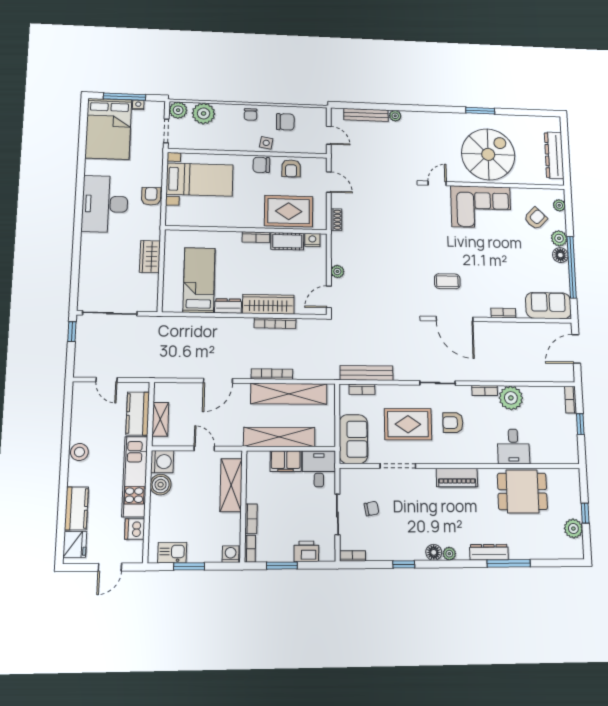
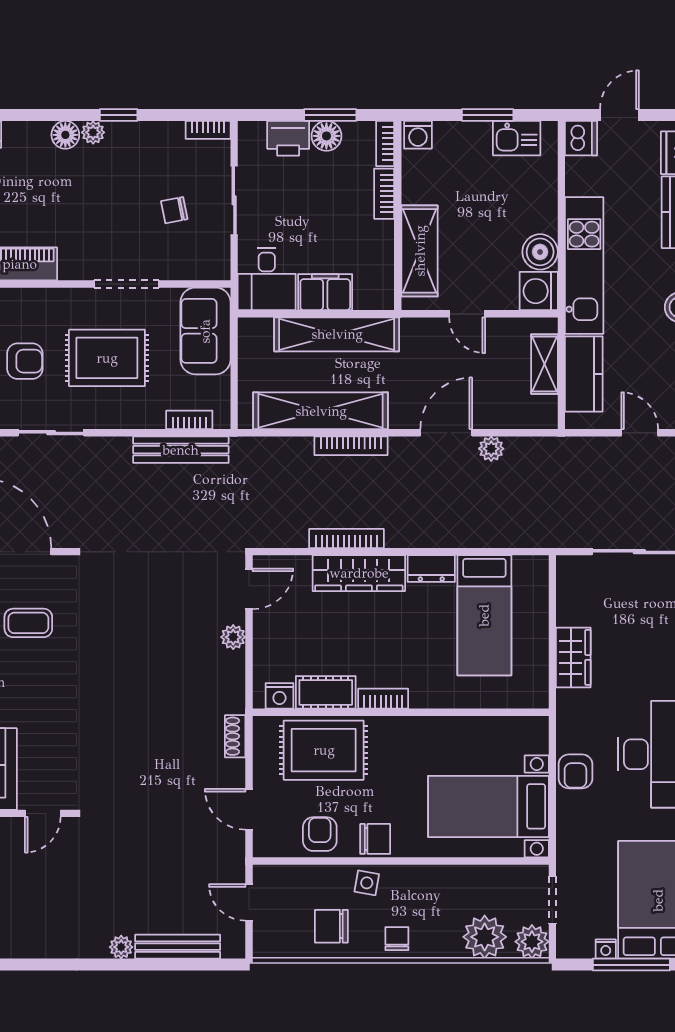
plant: (193, 372) -> (491, 449), added
dishwasher: (135, 529) -> (581, 138), moved
floor lamp: (284, 553) -> (326, 136), added
plant: (449, 554) -> (93, 132), moved

